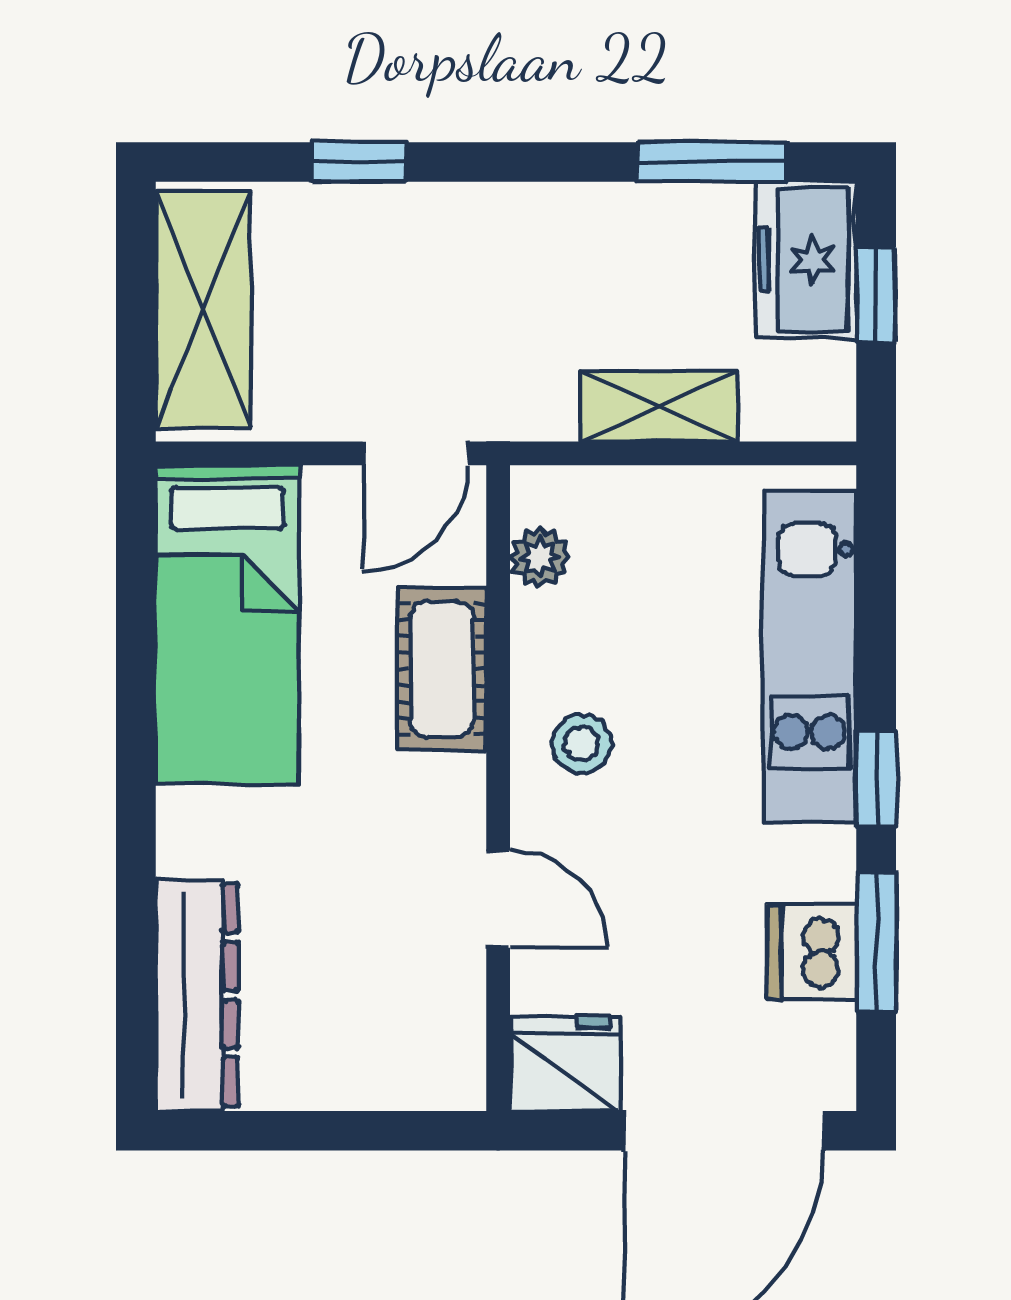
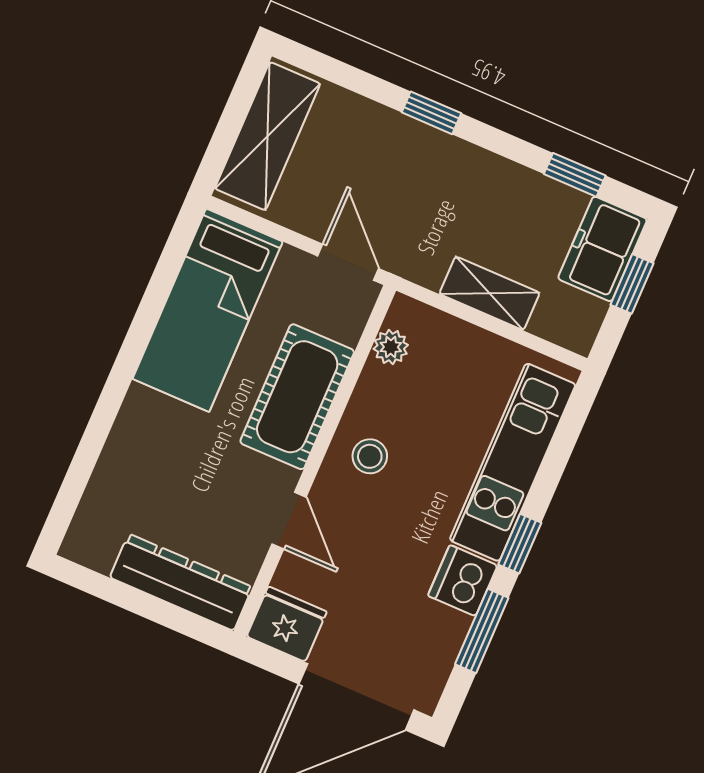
window: (359, 162) -> (431, 113), moved
window: (712, 162) -> (575, 175), width x0.67
door: (415, 453) -> (348, 262), swing flipped
cot: (442, 669) -> (297, 397), width x1.37, depth x1.34
dishwasher: (812, 952) -> (463, 581), moved
dresser: (197, 995) -> (181, 582), moved, turned -90

